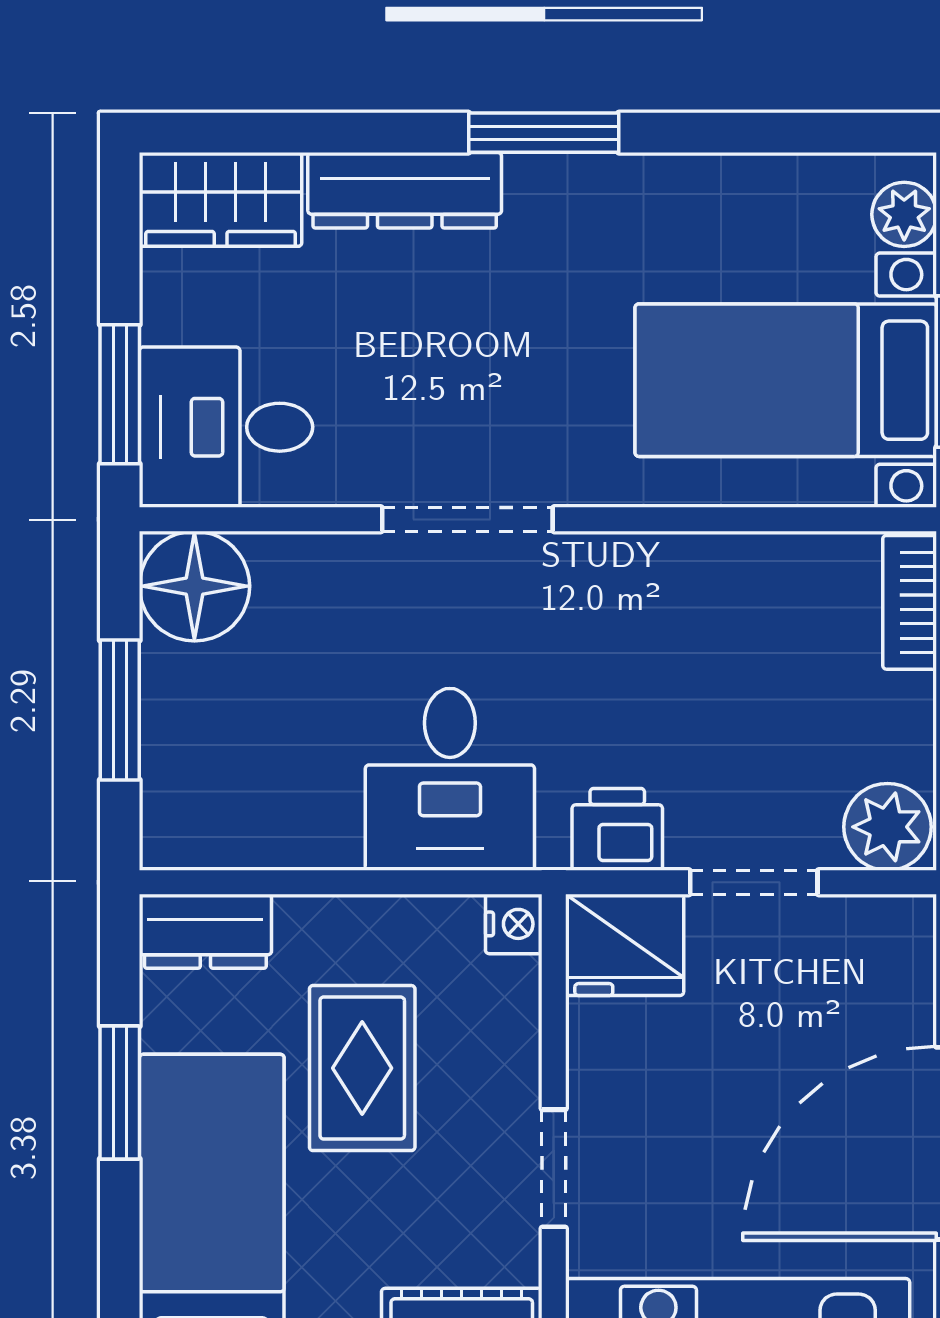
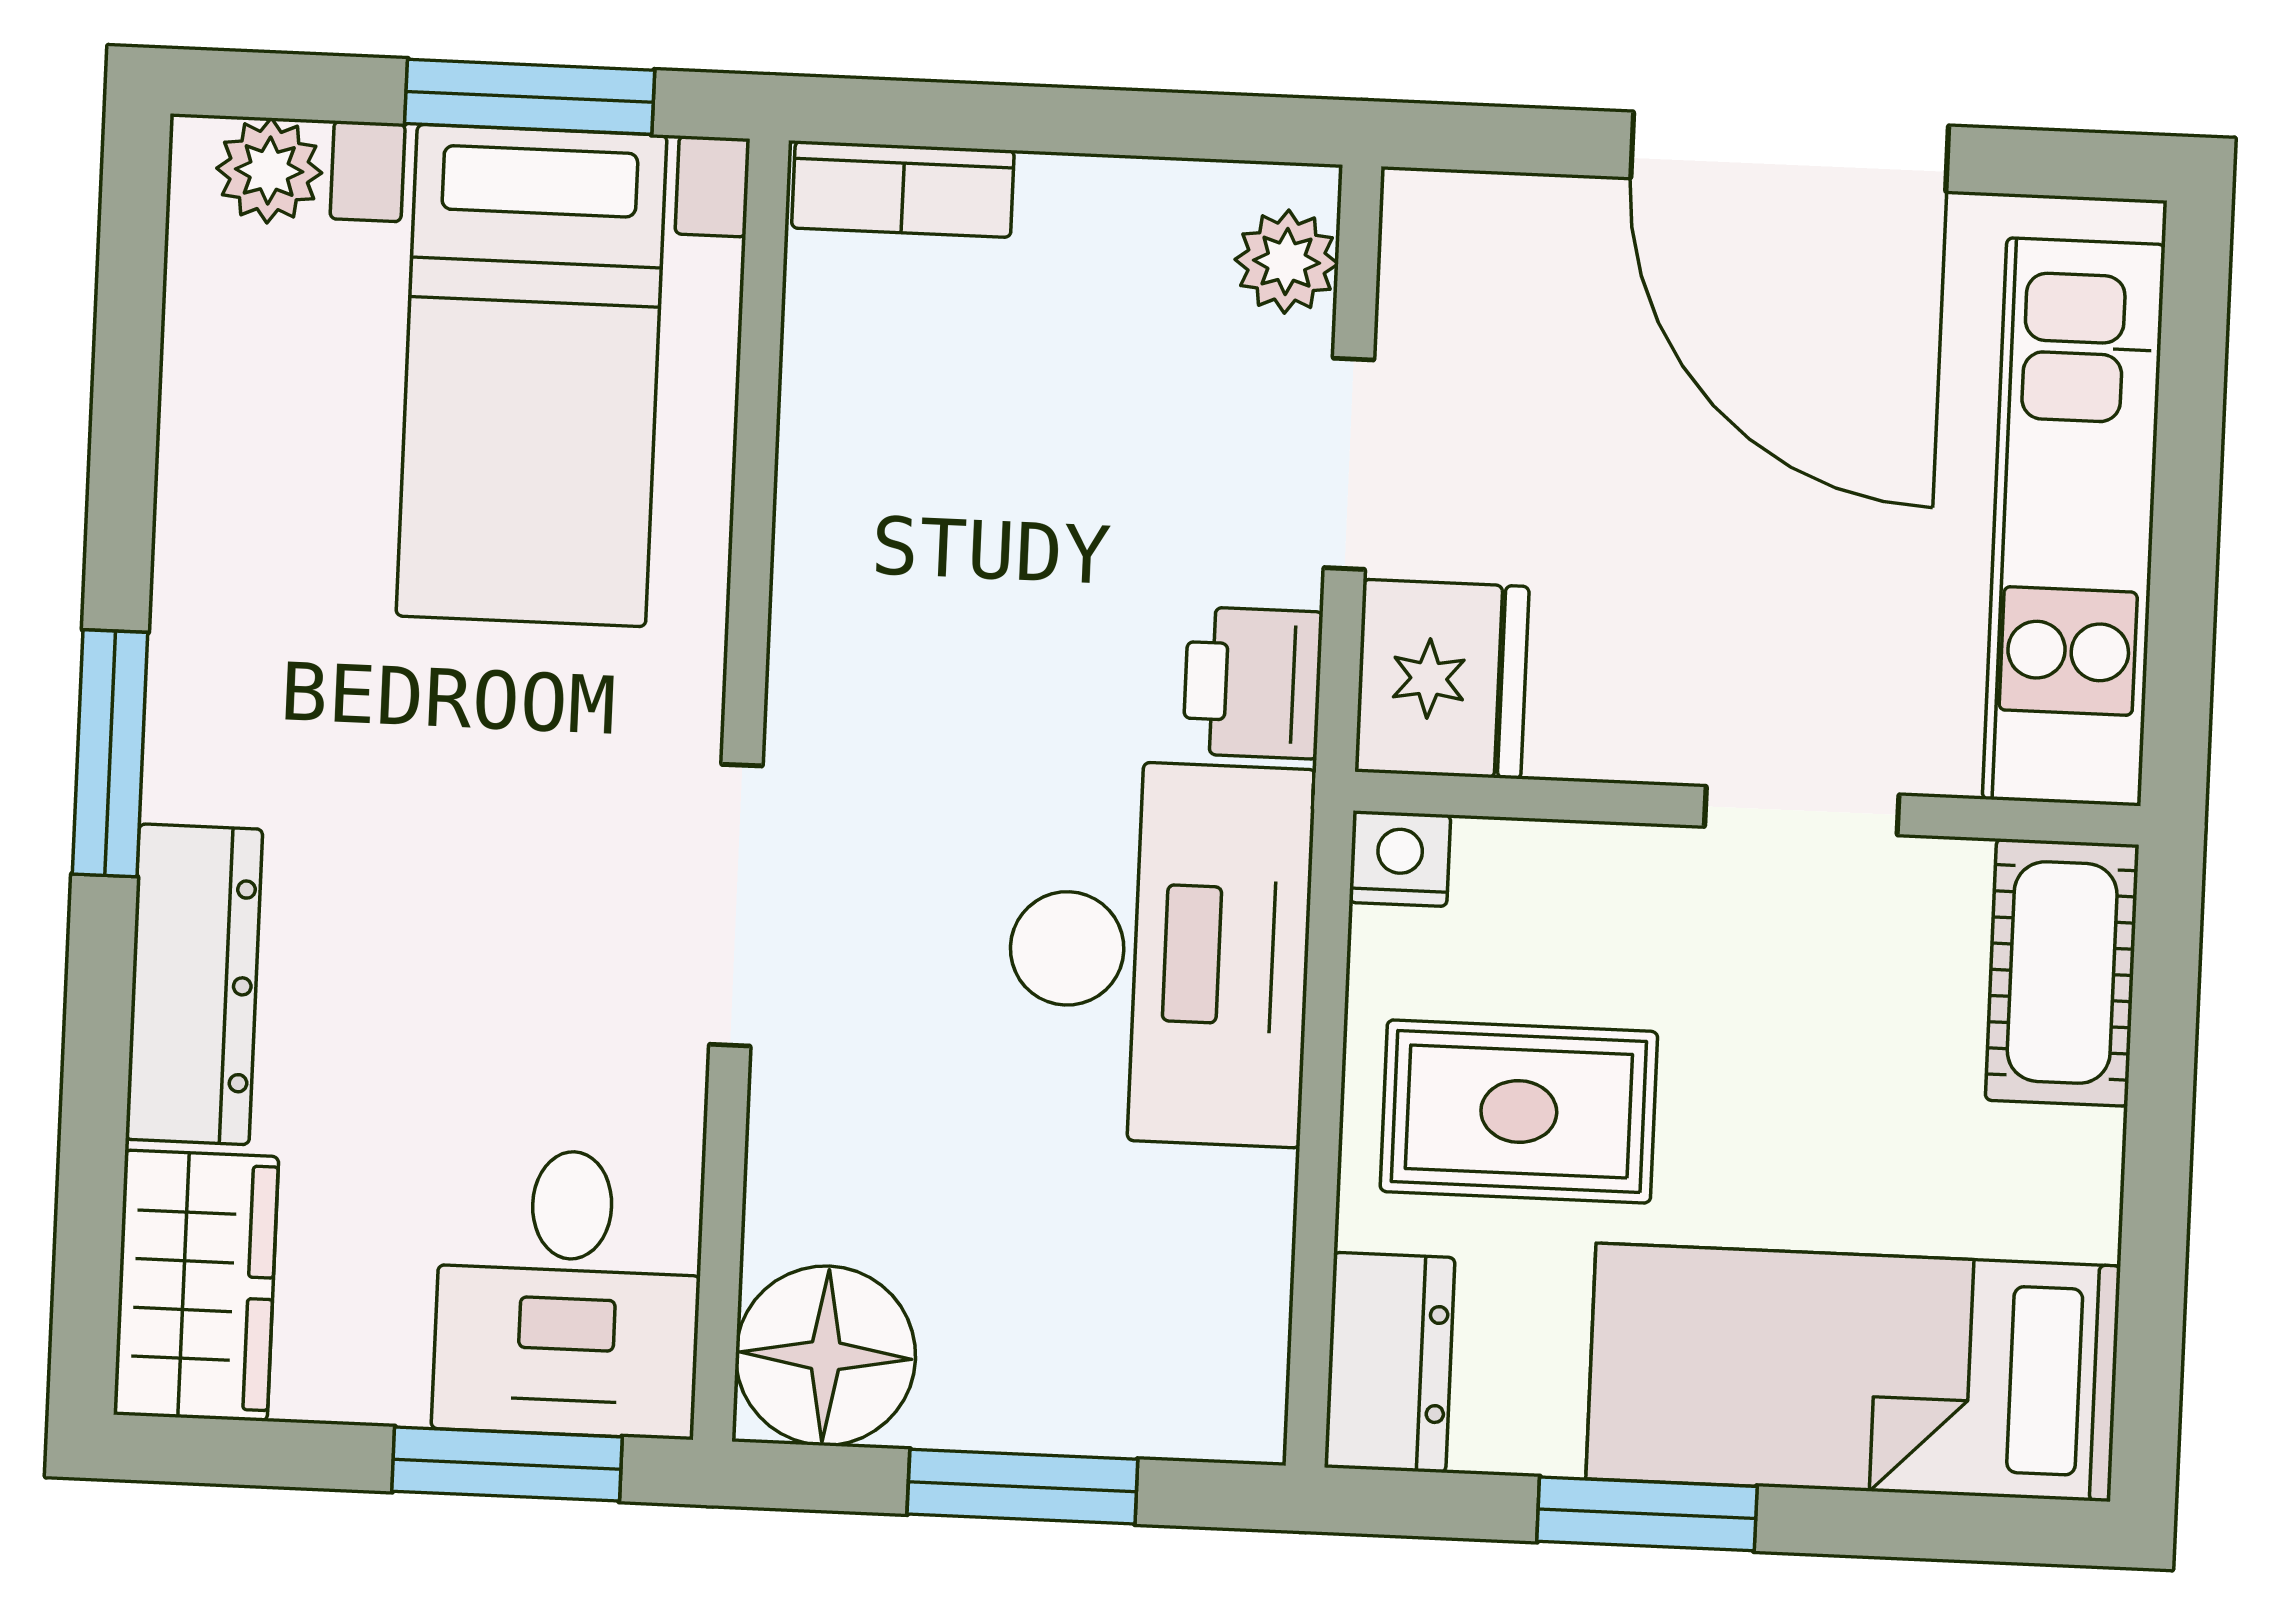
desk: (450, 779) -> (1159, 952), width x1.37
plant: (888, 827) -> (1287, 262), width x0.73, depth x0.73
rug: (362, 1068) -> (1519, 1111), moved

